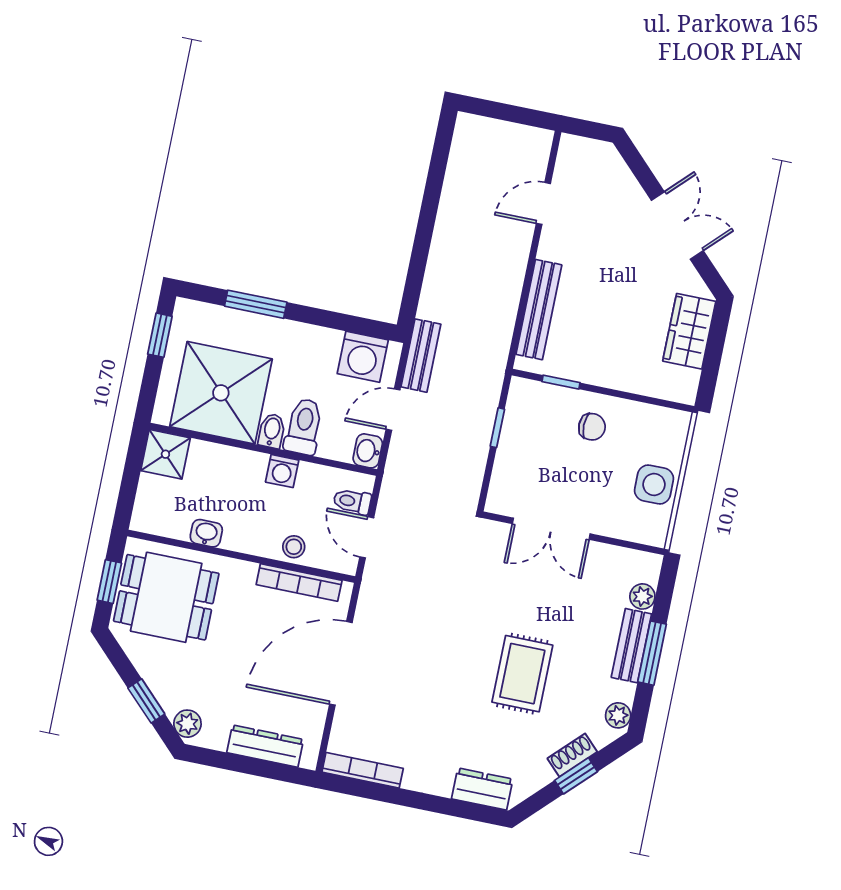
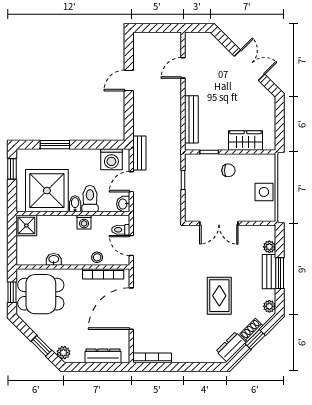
door: (430, 206) -> (129, 80), added
wardrobe: (689, 331) -> (246, 140), moved, turned 90
dresser: (482, 789) -> (231, 347), moved, turned -45

